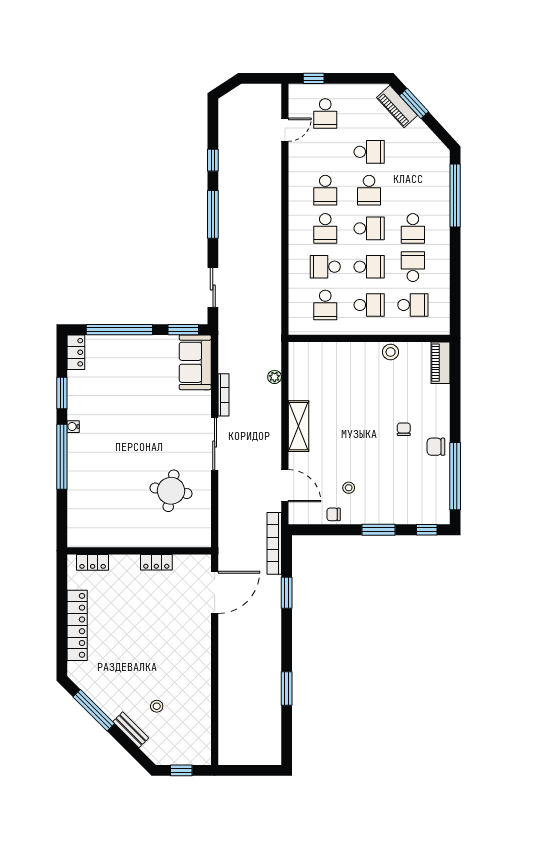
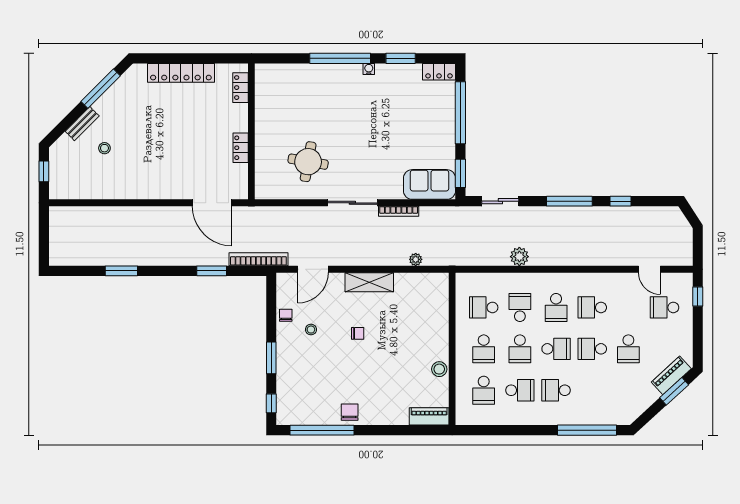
school desk: (325, 228) -> (556, 307), turned -90
school desk: (369, 228) -> (556, 349), turned -90
plant: (271, 267) -> (519, 257), added
chair: (404, 429) -> (358, 333), moved

